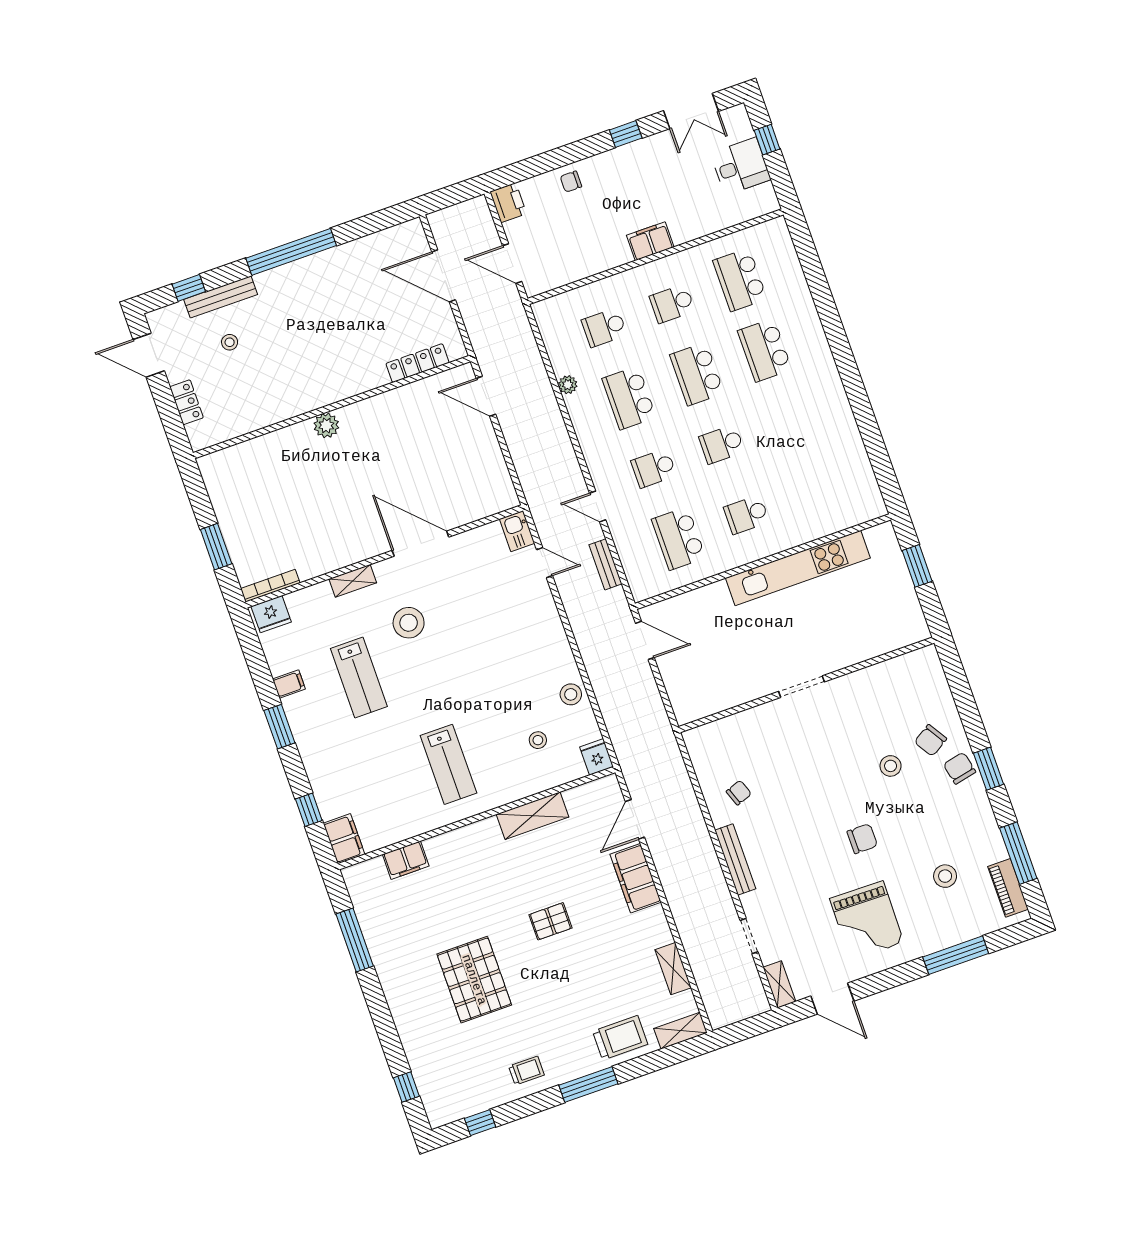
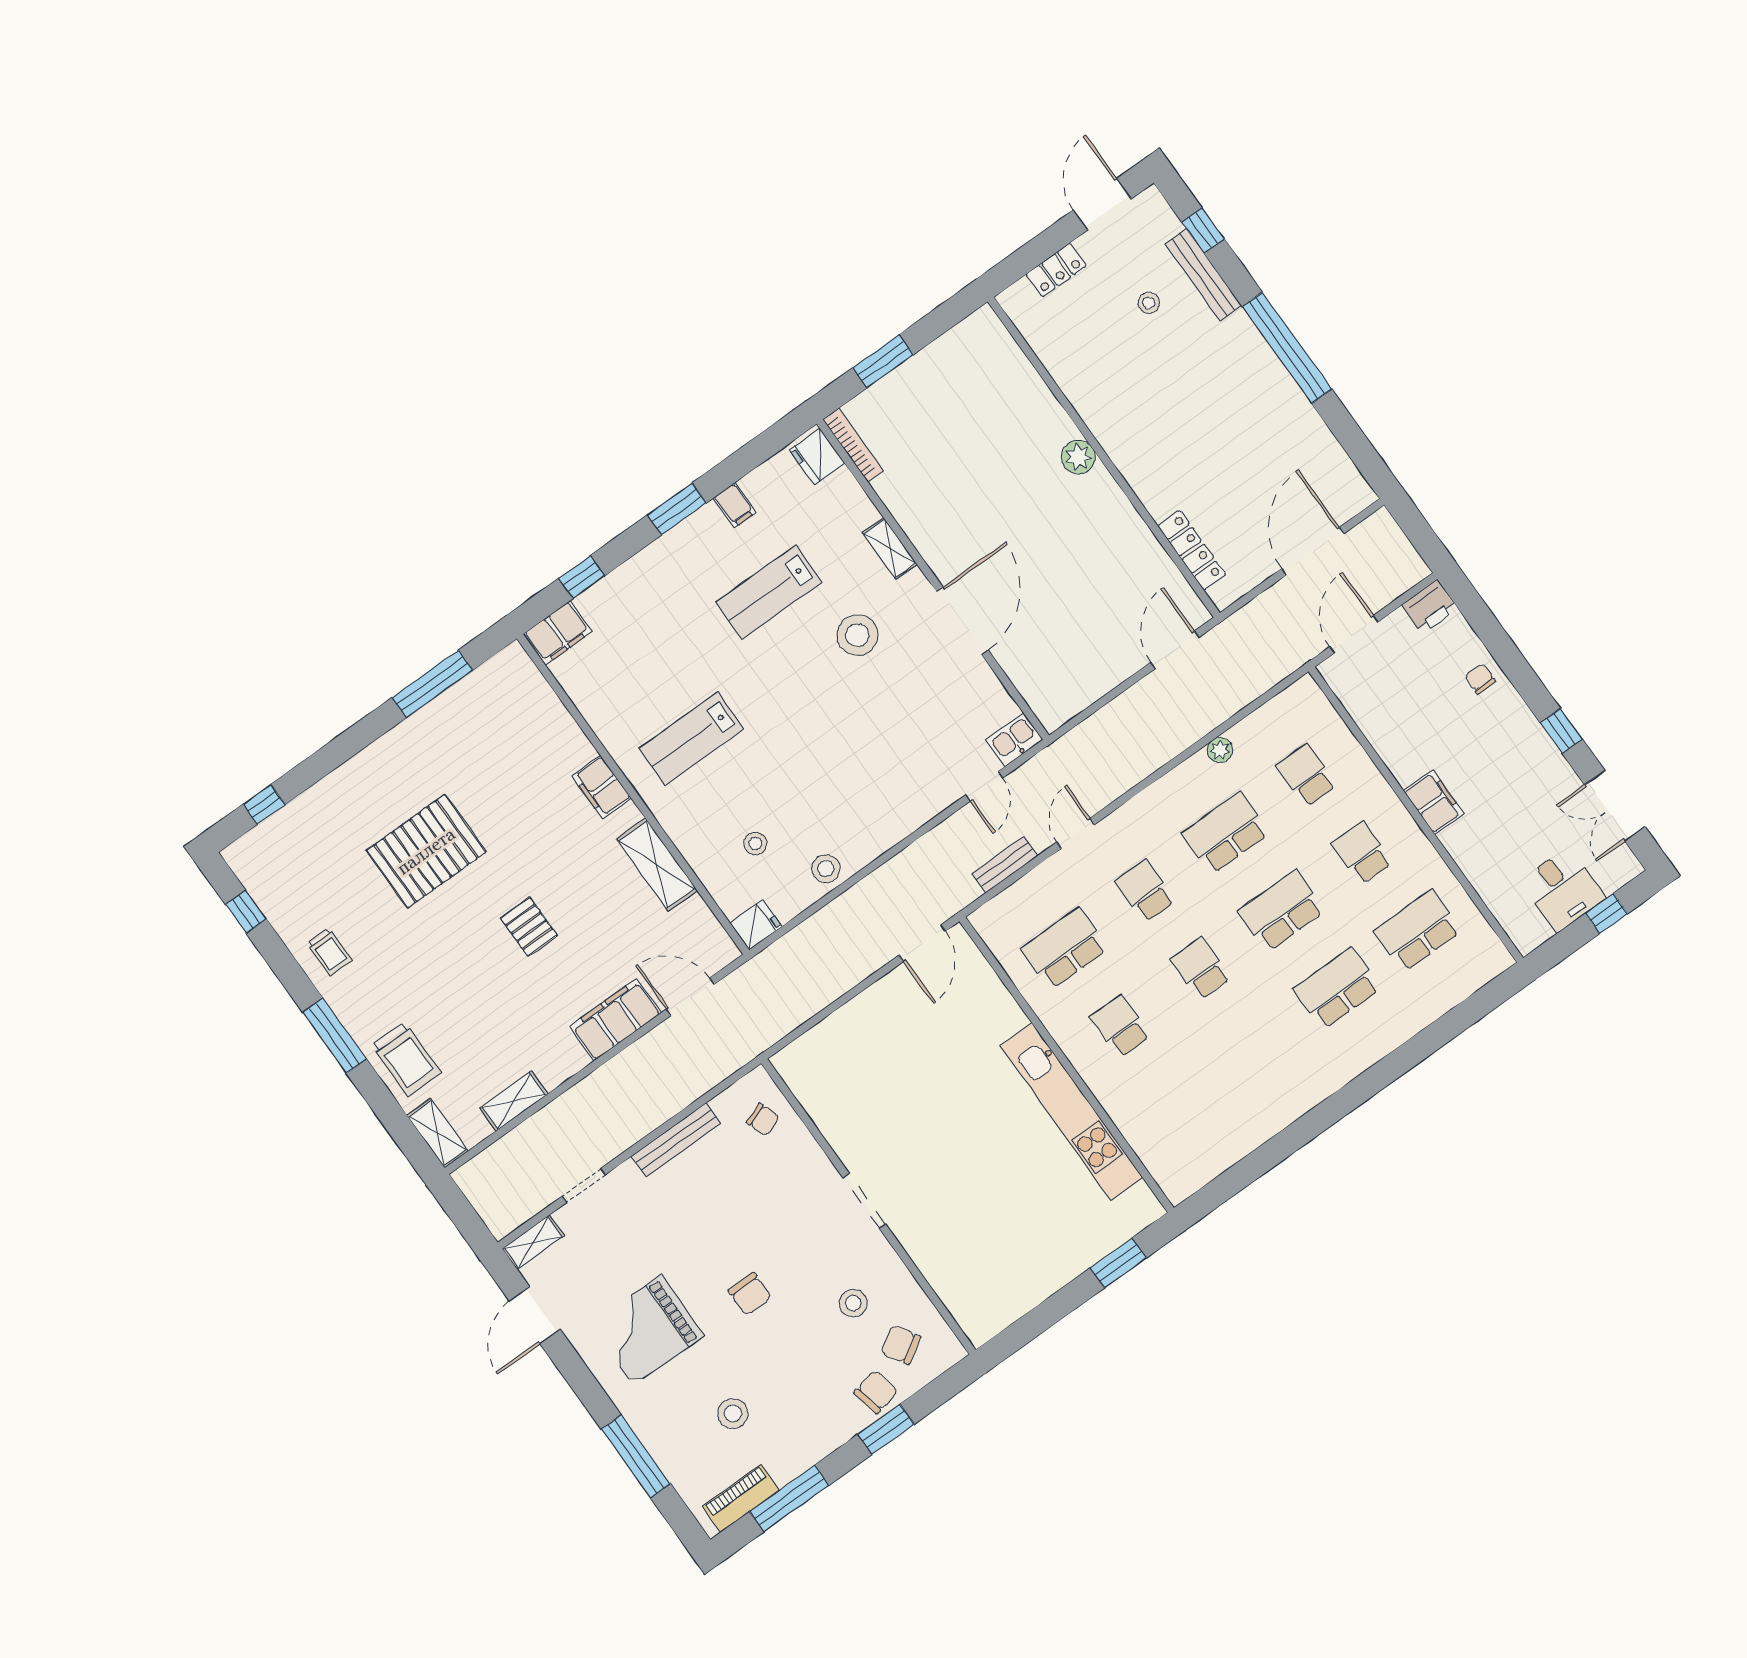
wall: (806, 685) -> (868, 1207), moved
doorway: (802, 687) -> (864, 1201), moved
filing cabinet: (406, 860) -> (601, 787), moved

